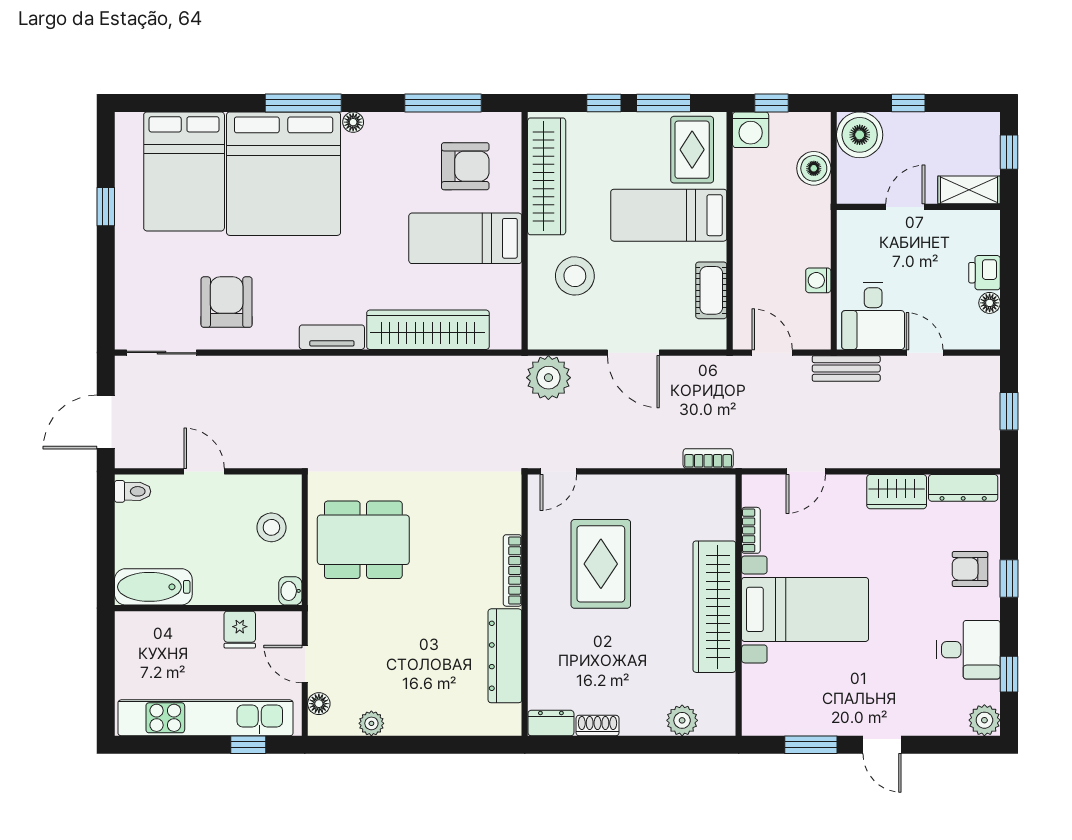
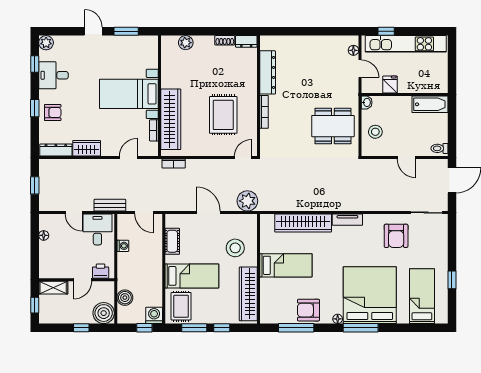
armchair: (465, 166) -> (308, 310), moved
bed: (184, 171) -> (422, 296), width x0.67
printer: (984, 273) -> (101, 271), moved, turned -90
wardrobe: (714, 607) -> (171, 119), moved
plant: (371, 723) -> (329, 41), removed

